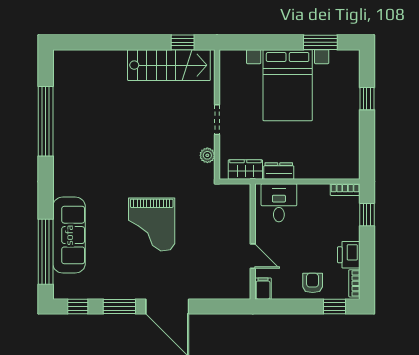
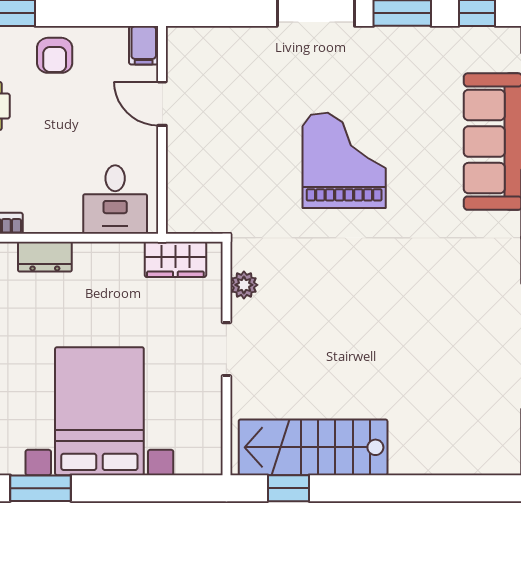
dresser: (279, 171) -> (45, 257), moved

